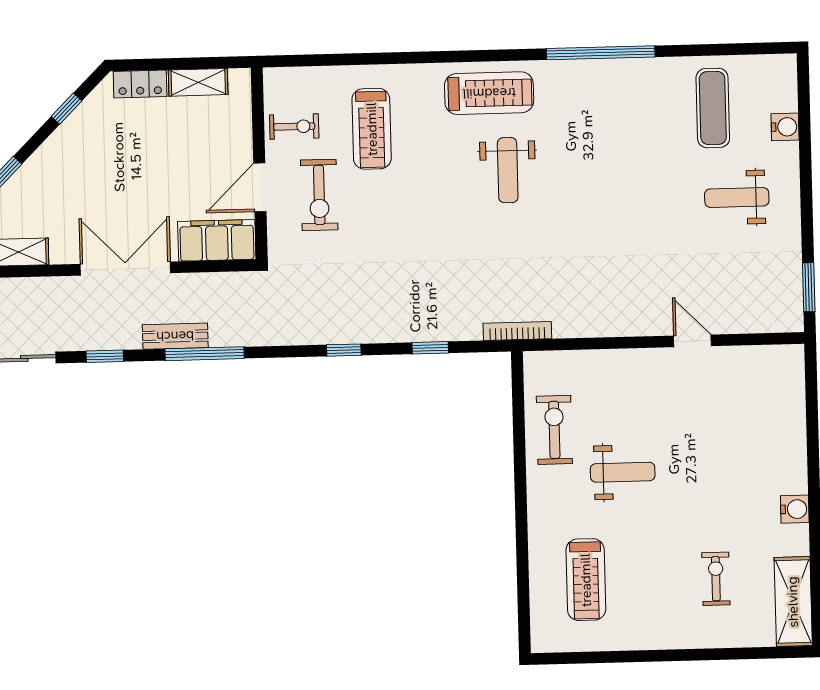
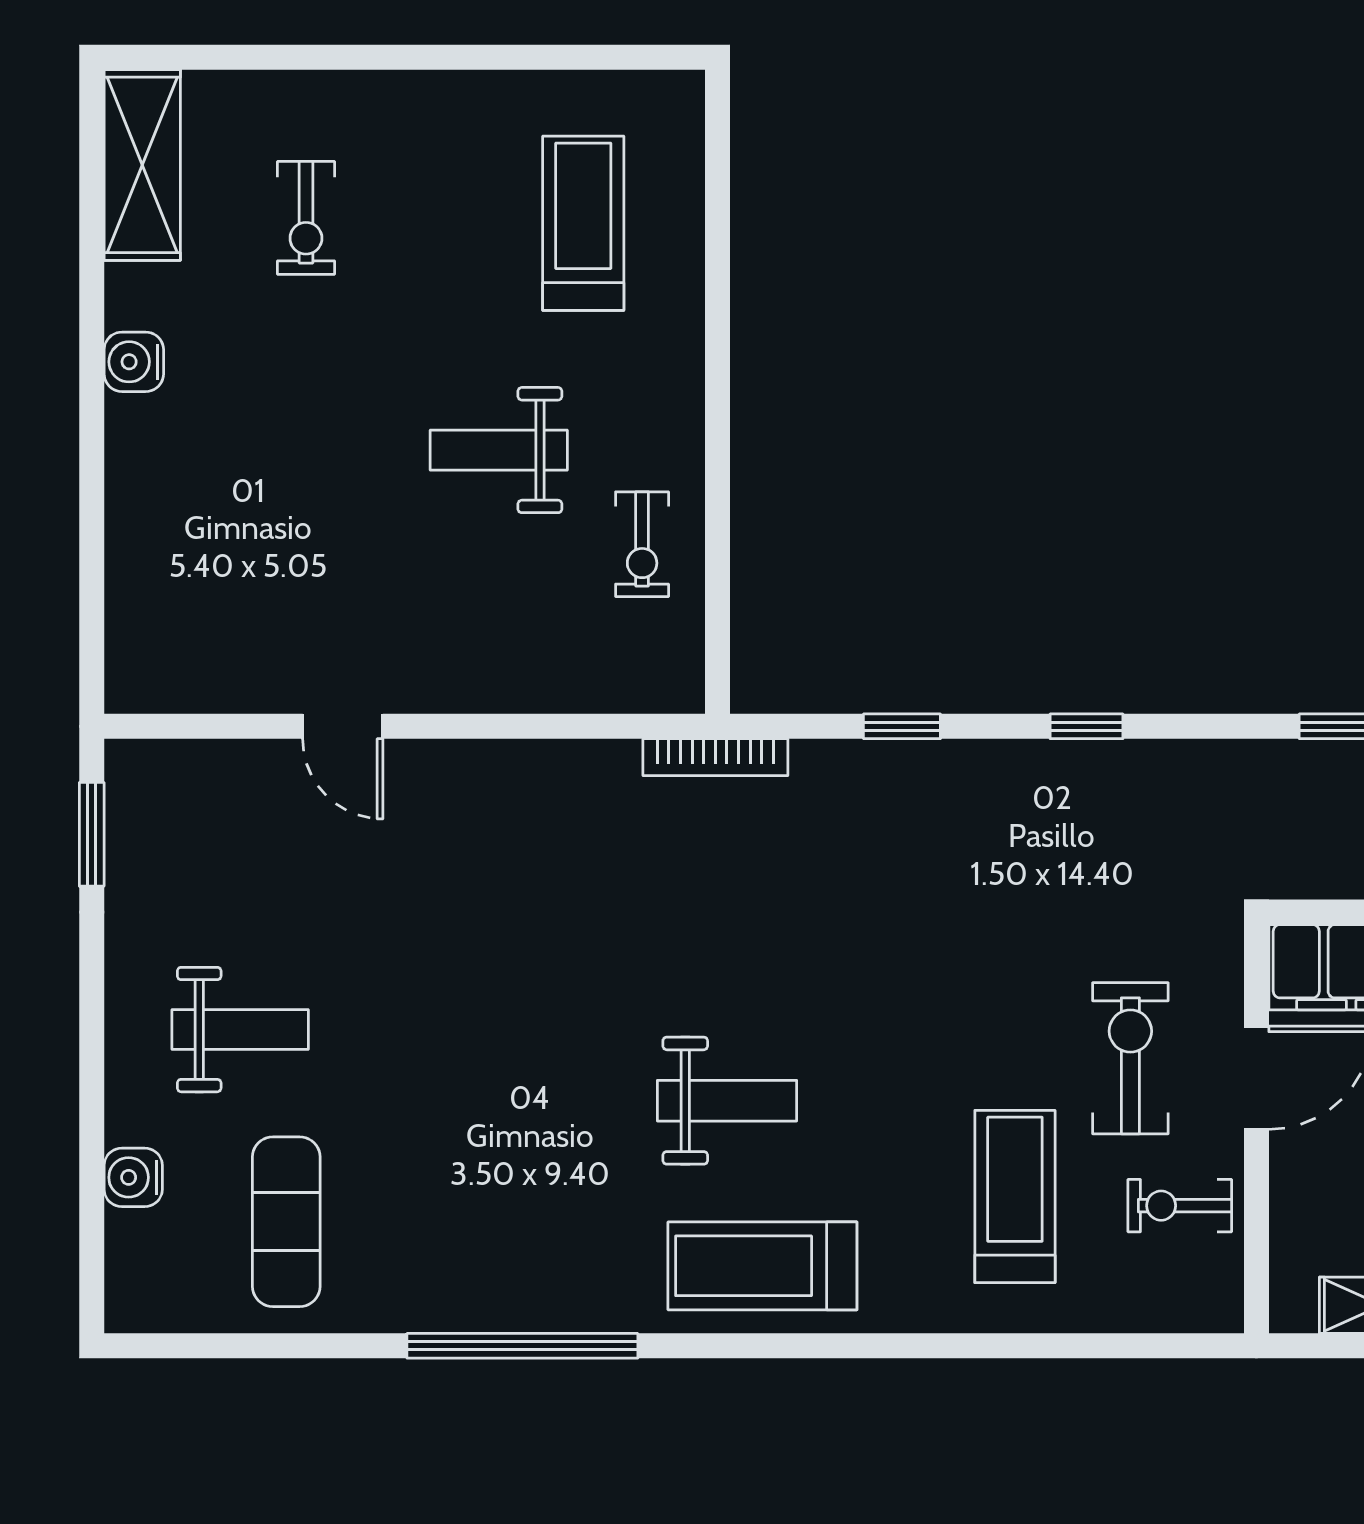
weight bench: (508, 170) -> (727, 1101), turned 90
exercise bike: (554, 430) -> (642, 544), width x0.73, depth x0.72

